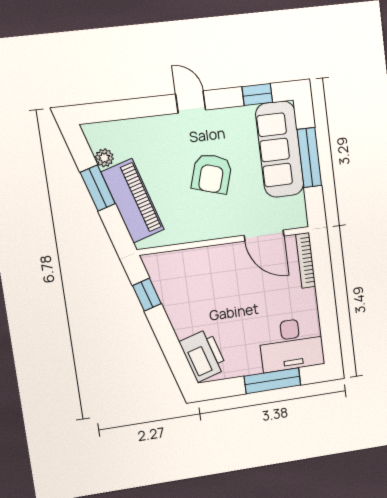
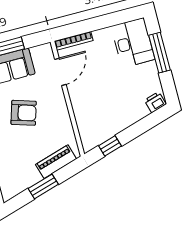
plant: (104, 158) -> (23, 185), removed
piano: (133, 201) -> (56, 162), width x0.73, depth x0.75
printer: (203, 355) -> (155, 102), width x0.53, depth x0.68

